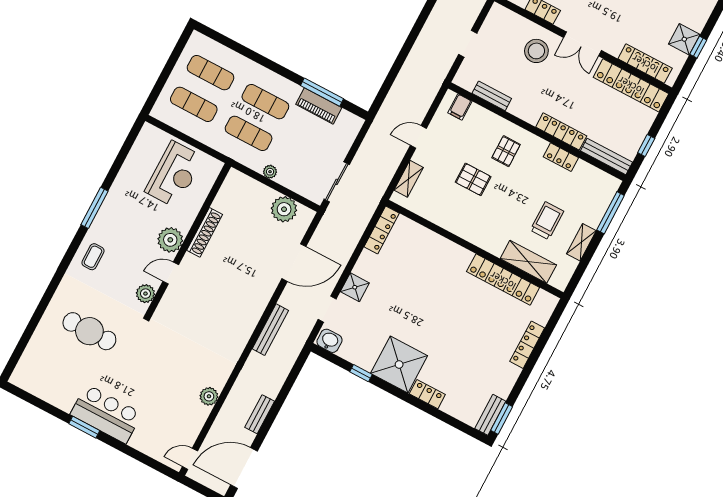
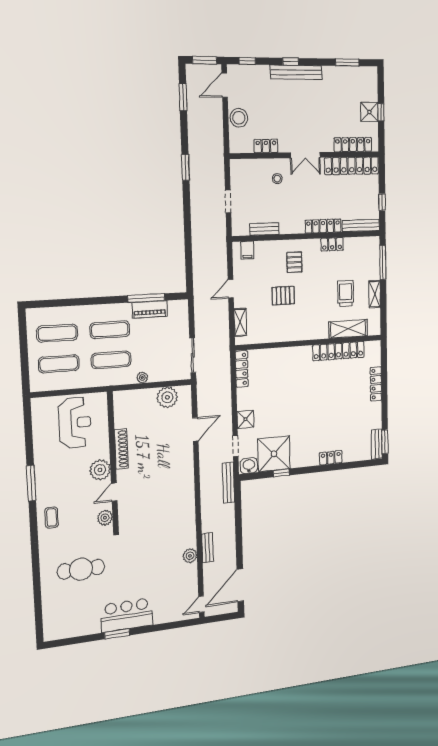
stool: (536, 51) -> (277, 179), width x0.53, depth x0.53
door: (294, 263) -> (195, 429), width x0.73
bench: (270, 330) -> (228, 483), moved
shower: (399, 365) -> (274, 454), moved
bench: (260, 414) -> (207, 548), moved

